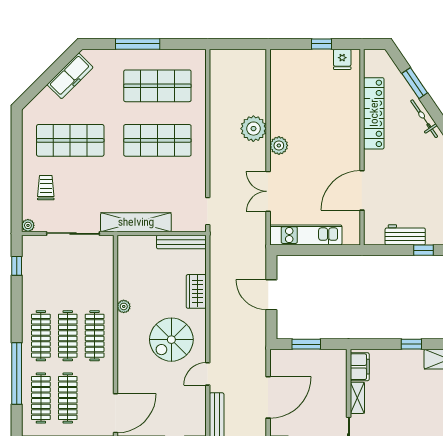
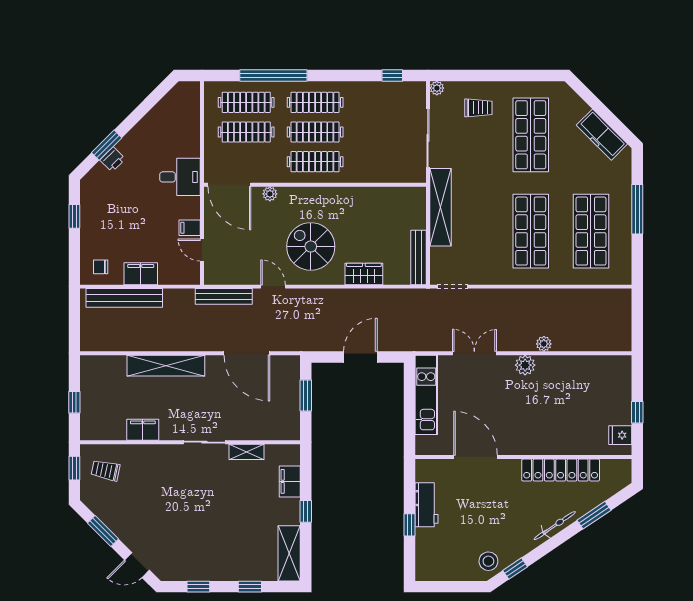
plant: (253, 129) -> (544, 344), width x0.53, depth x0.53
plant: (124, 306) -> (270, 194), moved
filing cabinet: (360, 367) -> (290, 481), moved, turned 90

